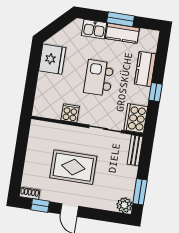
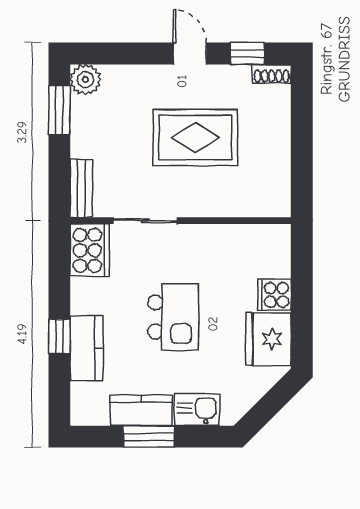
window: (156, 92) -> (59, 336), moved
cooker: (70, 113) -> (275, 295), moved, turned 90

